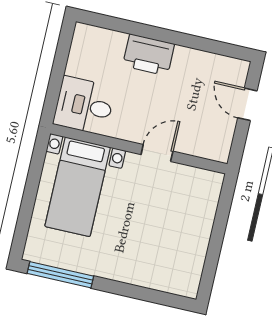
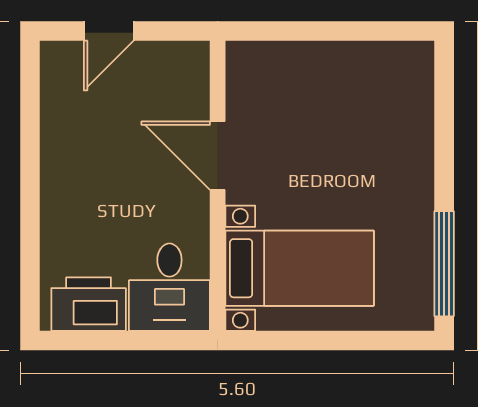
printer: (149, 55) -> (89, 304), moved, turned -90
door: (157, 153) -> (218, 156), width x1.38

